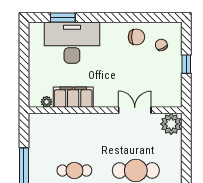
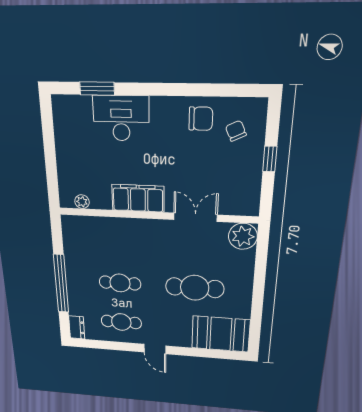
desk: (72, 43) -> (121, 118), width x0.73, depth x0.77
filing cabinet: (73, 97) -> (138, 198), moved

